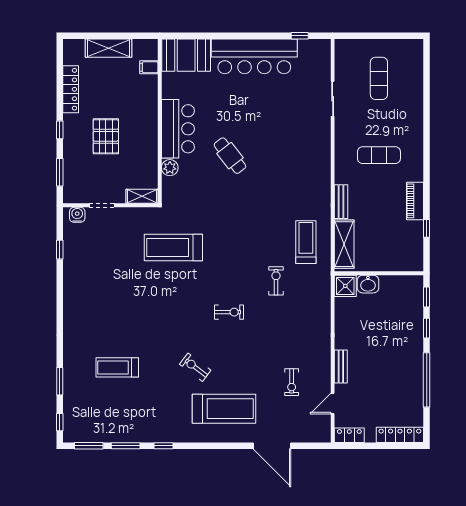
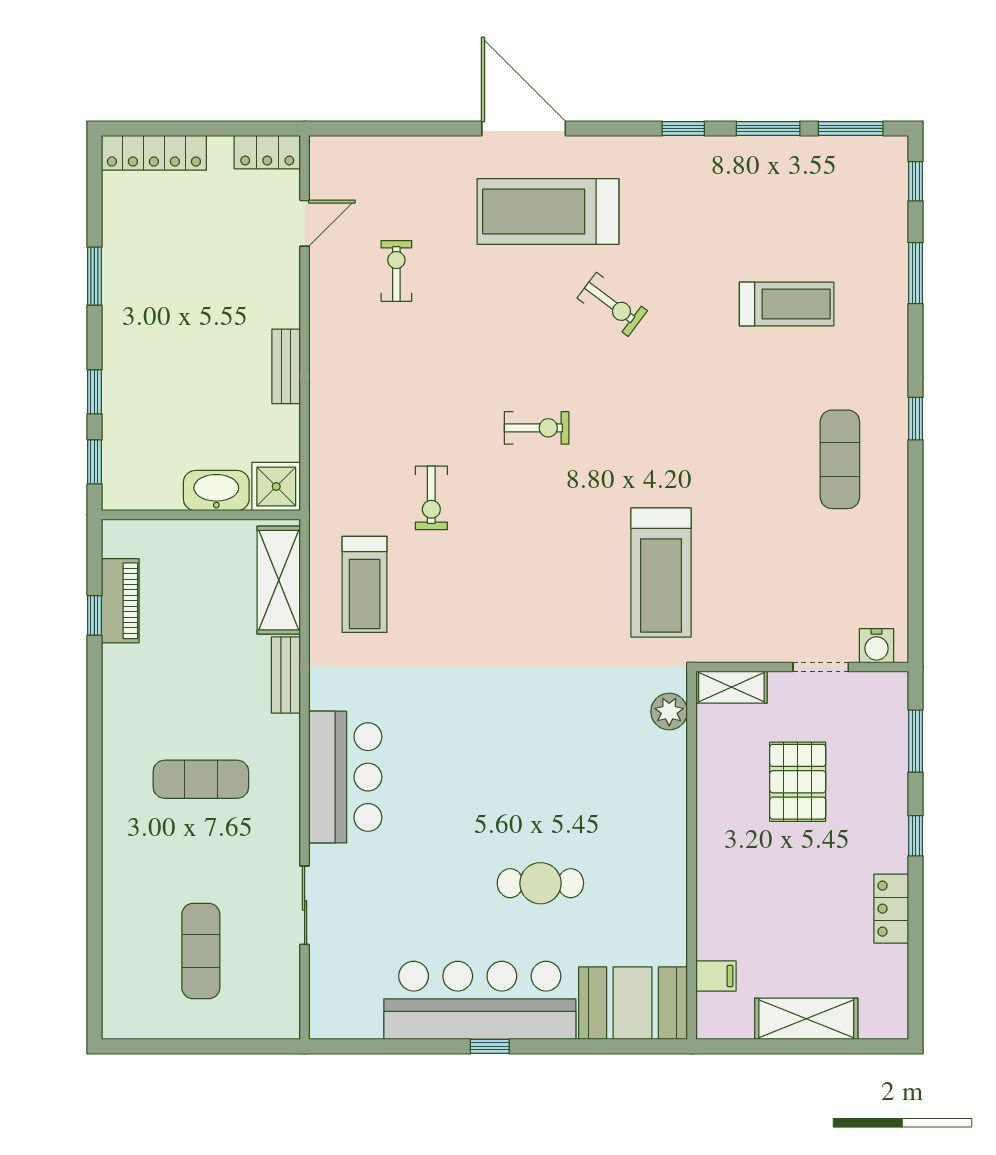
window: (300, 36) -> (490, 1046), moved
locker: (71, 89) -> (891, 909), width x0.66
bar counter: (178, 129) -> (345, 777), moved, turned 180
pallet: (106, 136) -> (798, 782), moved
cafe table: (230, 156) -> (540, 883), moved, turned -52
plant: (170, 168) -> (669, 712), moved
piano: (415, 201) -> (120, 601), moved
treadmill: (173, 248) -> (661, 572), turned 90
window: (60, 250) -> (916, 419), moved
washbasin: (368, 284) -> (216, 491), width x1.38
exercise mat: (94, 298) -> (840, 459), added
exercise bike: (229, 312) -> (537, 428), turned 180
bench: (341, 366) -> (286, 366), moved
window: (427, 380) -> (94, 276), width x0.47
door: (272, 446) -> (524, 128), moved

